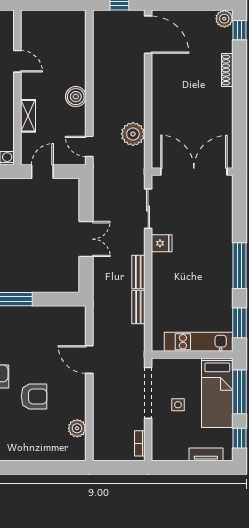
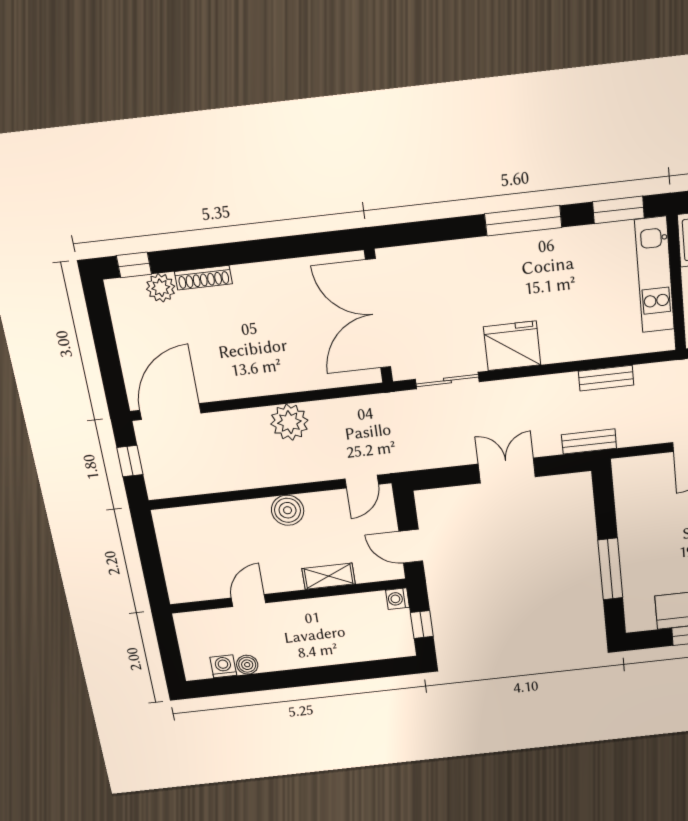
plant: (224, 19) -> (161, 288), moved
plant: (133, 134) -> (289, 422), moved
fridge: (162, 243) -> (512, 346), width x1.88, depth x1.34
bench: (138, 272) -> (589, 441), moved

